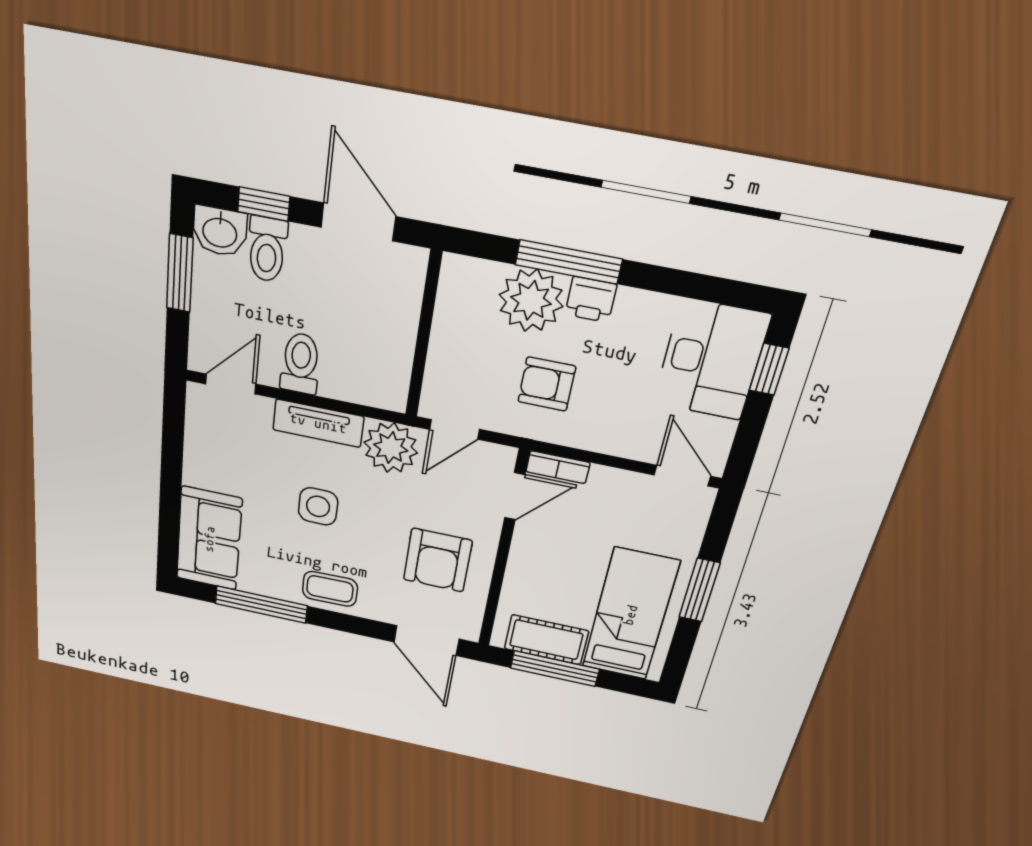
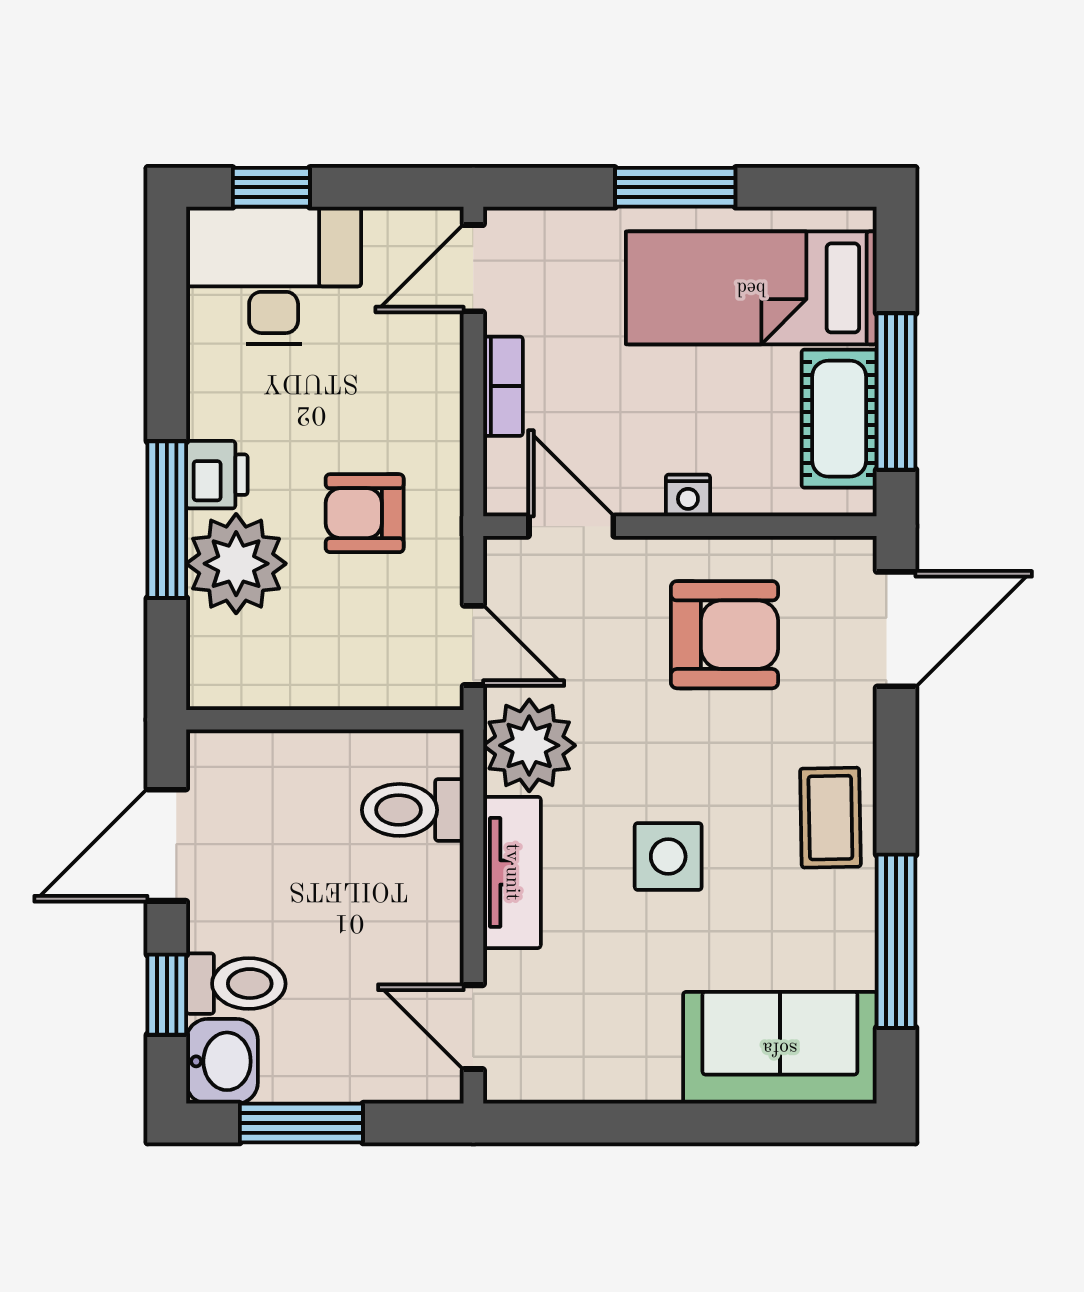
toilet: (300, 363) -> (413, 810), moved
armchair: (547, 384) -> (365, 513), turned 90
bookcase: (558, 467) -> (503, 386), moved
nightstand: (520, 559) -> (688, 495), added

